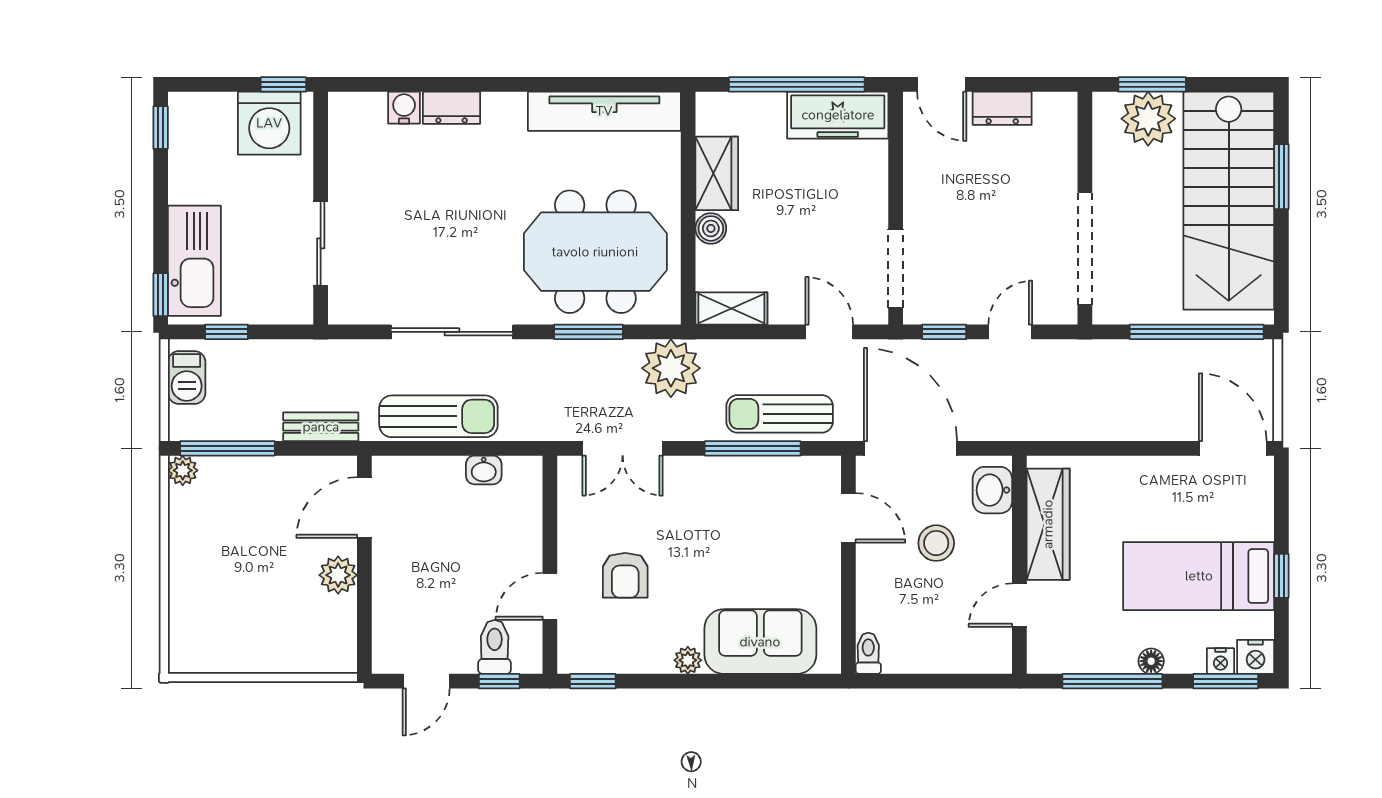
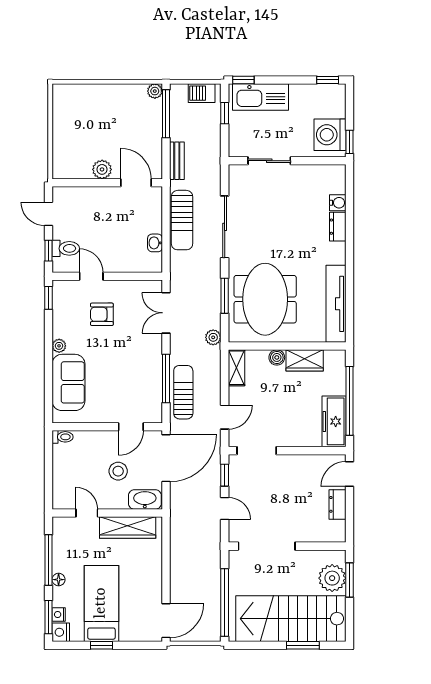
plant: (671, 368) -> (213, 337), width x0.53, depth x0.53
washbasin: (992, 490) -> (145, 499), width x1.38

